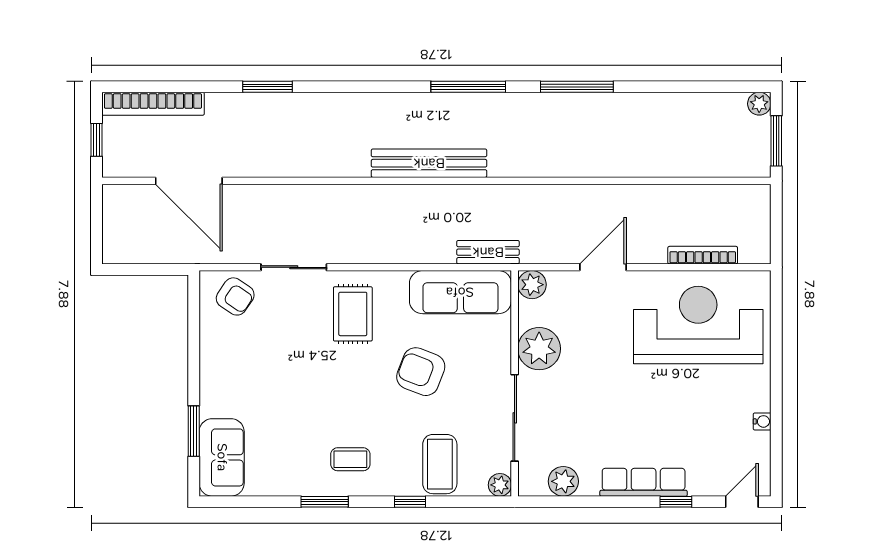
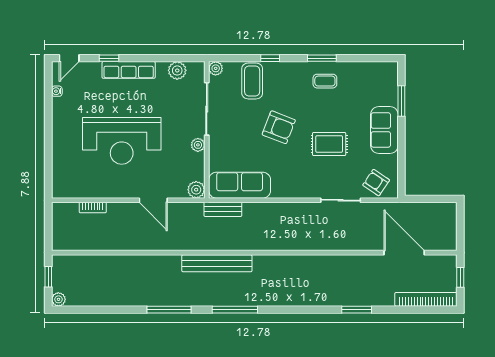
window: (776, 141) -> (48, 277), width x0.67
bench: (429, 163) -> (217, 263), moved
bookcase: (703, 255) -> (93, 208), width x0.64
door: (603, 267) -> (153, 200), hinge flipped
rug: (353, 314) -> (329, 144), moved, turned 90
reception desk: (698, 325) -> (122, 141), moved
plant: (539, 349) -> (198, 145), width x0.53, depth x0.53
armchair: (421, 372) -> (279, 127), moved
water cooler: (762, 421) -> (57, 91), moved
sofa: (222, 457) -> (384, 130), moved
coffee table: (350, 459) -> (325, 81), moved

